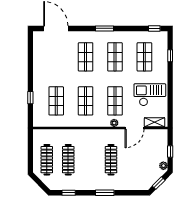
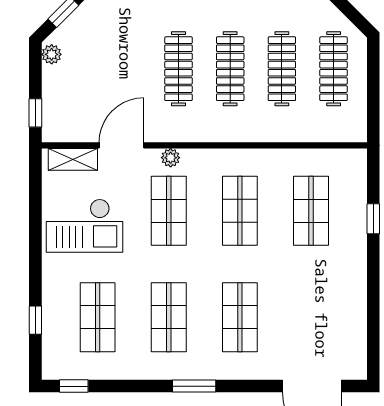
window: (170, 152) -> (35, 113), moved
clothes rail: (90, 160) -> (230, 69), added

